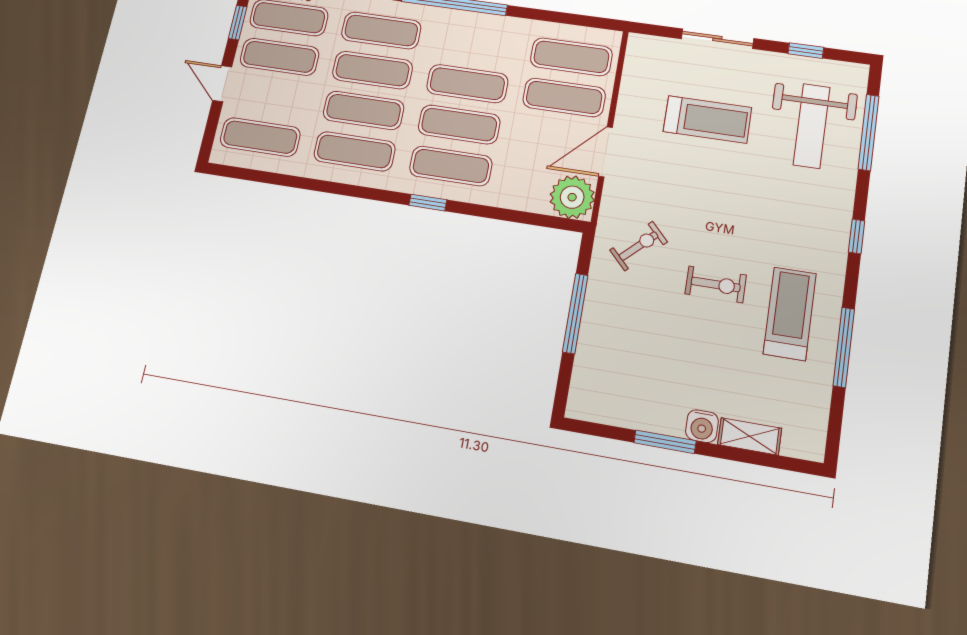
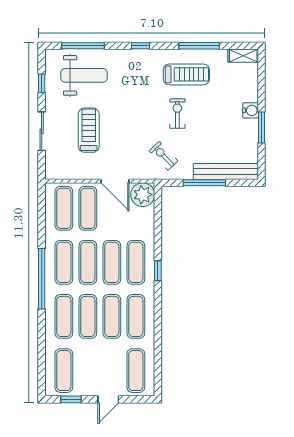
exercise mat: (279, 57) -> (64, 262), moved
treadmill: (790, 314) -> (186, 74), turned 180
bench: (590, 358) -> (226, 171), added
shelving: (750, 436) -> (243, 56), moved, turned 90

